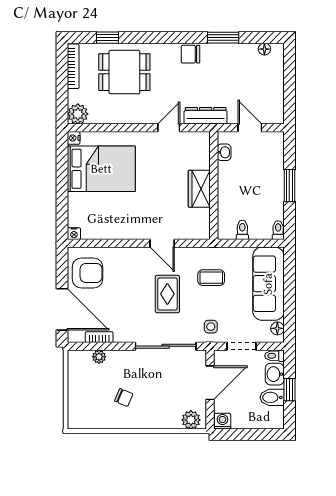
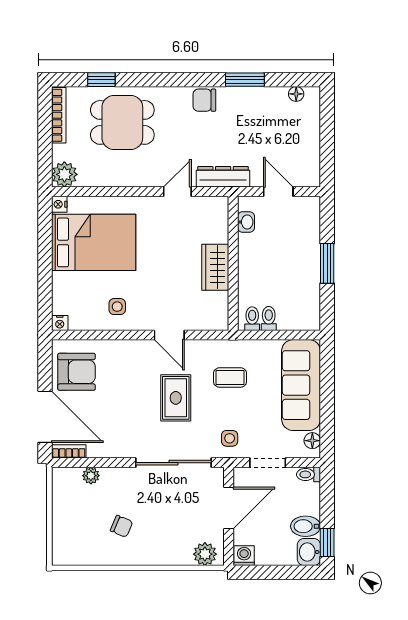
side table: (120, 220) -> (117, 307), added
toilet: (278, 230) -> (252, 319), moved
bookcase: (99, 337) -> (69, 451), moved
washbasin: (275, 374) -> (309, 552), moved
window: (289, 390) -> (327, 542), moved

